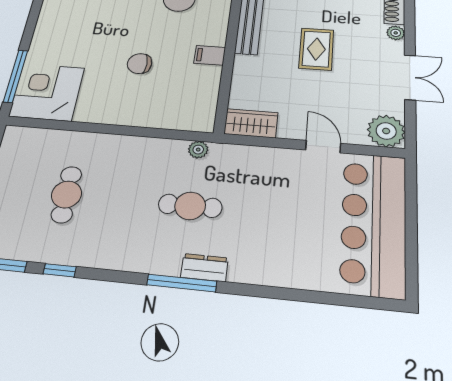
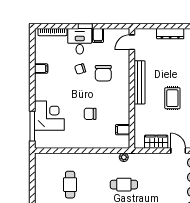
filing cabinet: (210, 55) -> (123, 130), moved
corner desk: (47, 92) -> (49, 116), moved, turned 90
wardrobe: (251, 123) -> (156, 142), moved

